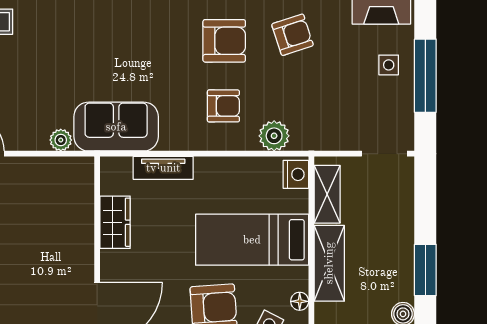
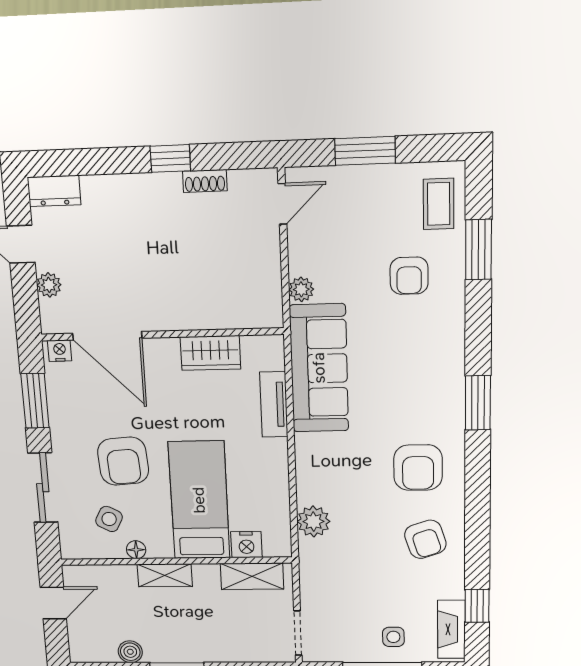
armchair: (223, 106) -> (409, 276), moved
sofa: (116, 127) -> (319, 368), width x1.36
nightstand: (296, 174) -> (246, 545), moved
shelving: (329, 263) -> (165, 575), width x0.67, depth x0.75

